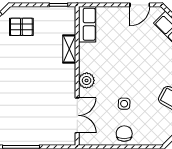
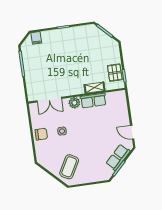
row of seats: (87, 24) -> (93, 100), moved
pallet: (21, 27) -> (115, 73), moved

